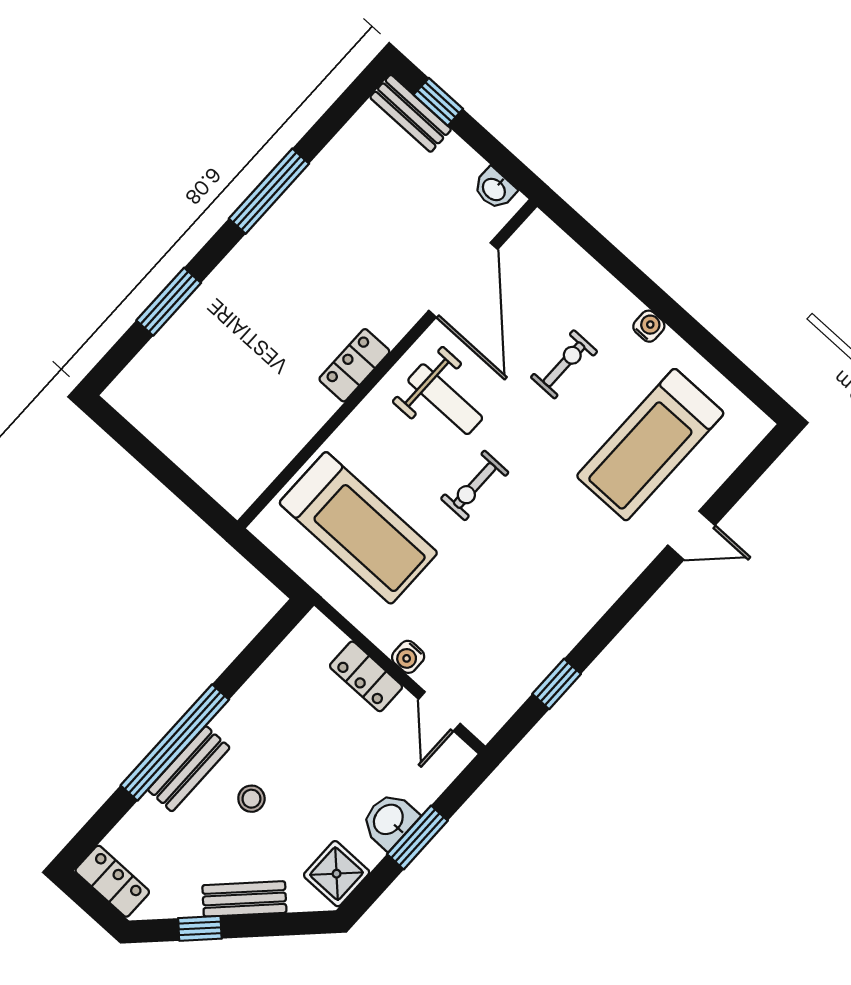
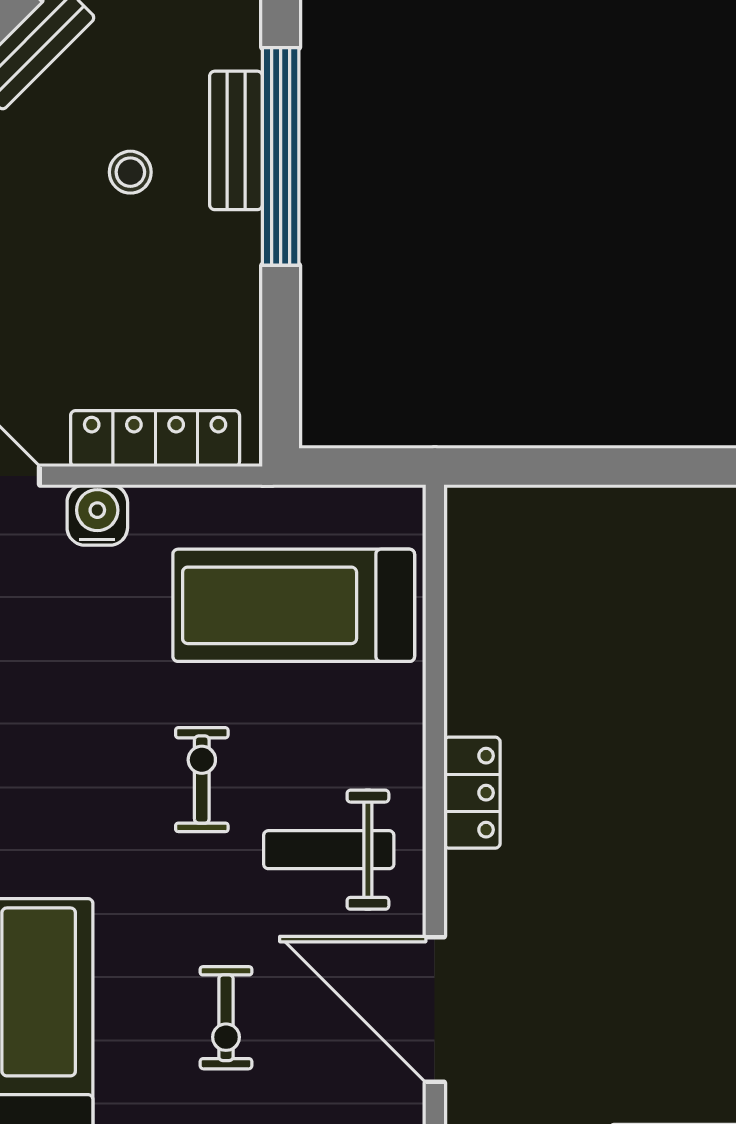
water cooler: (408, 657) -> (97, 515), width x1.38, depth x1.38
locker: (366, 676) -> (155, 439), width x1.53

